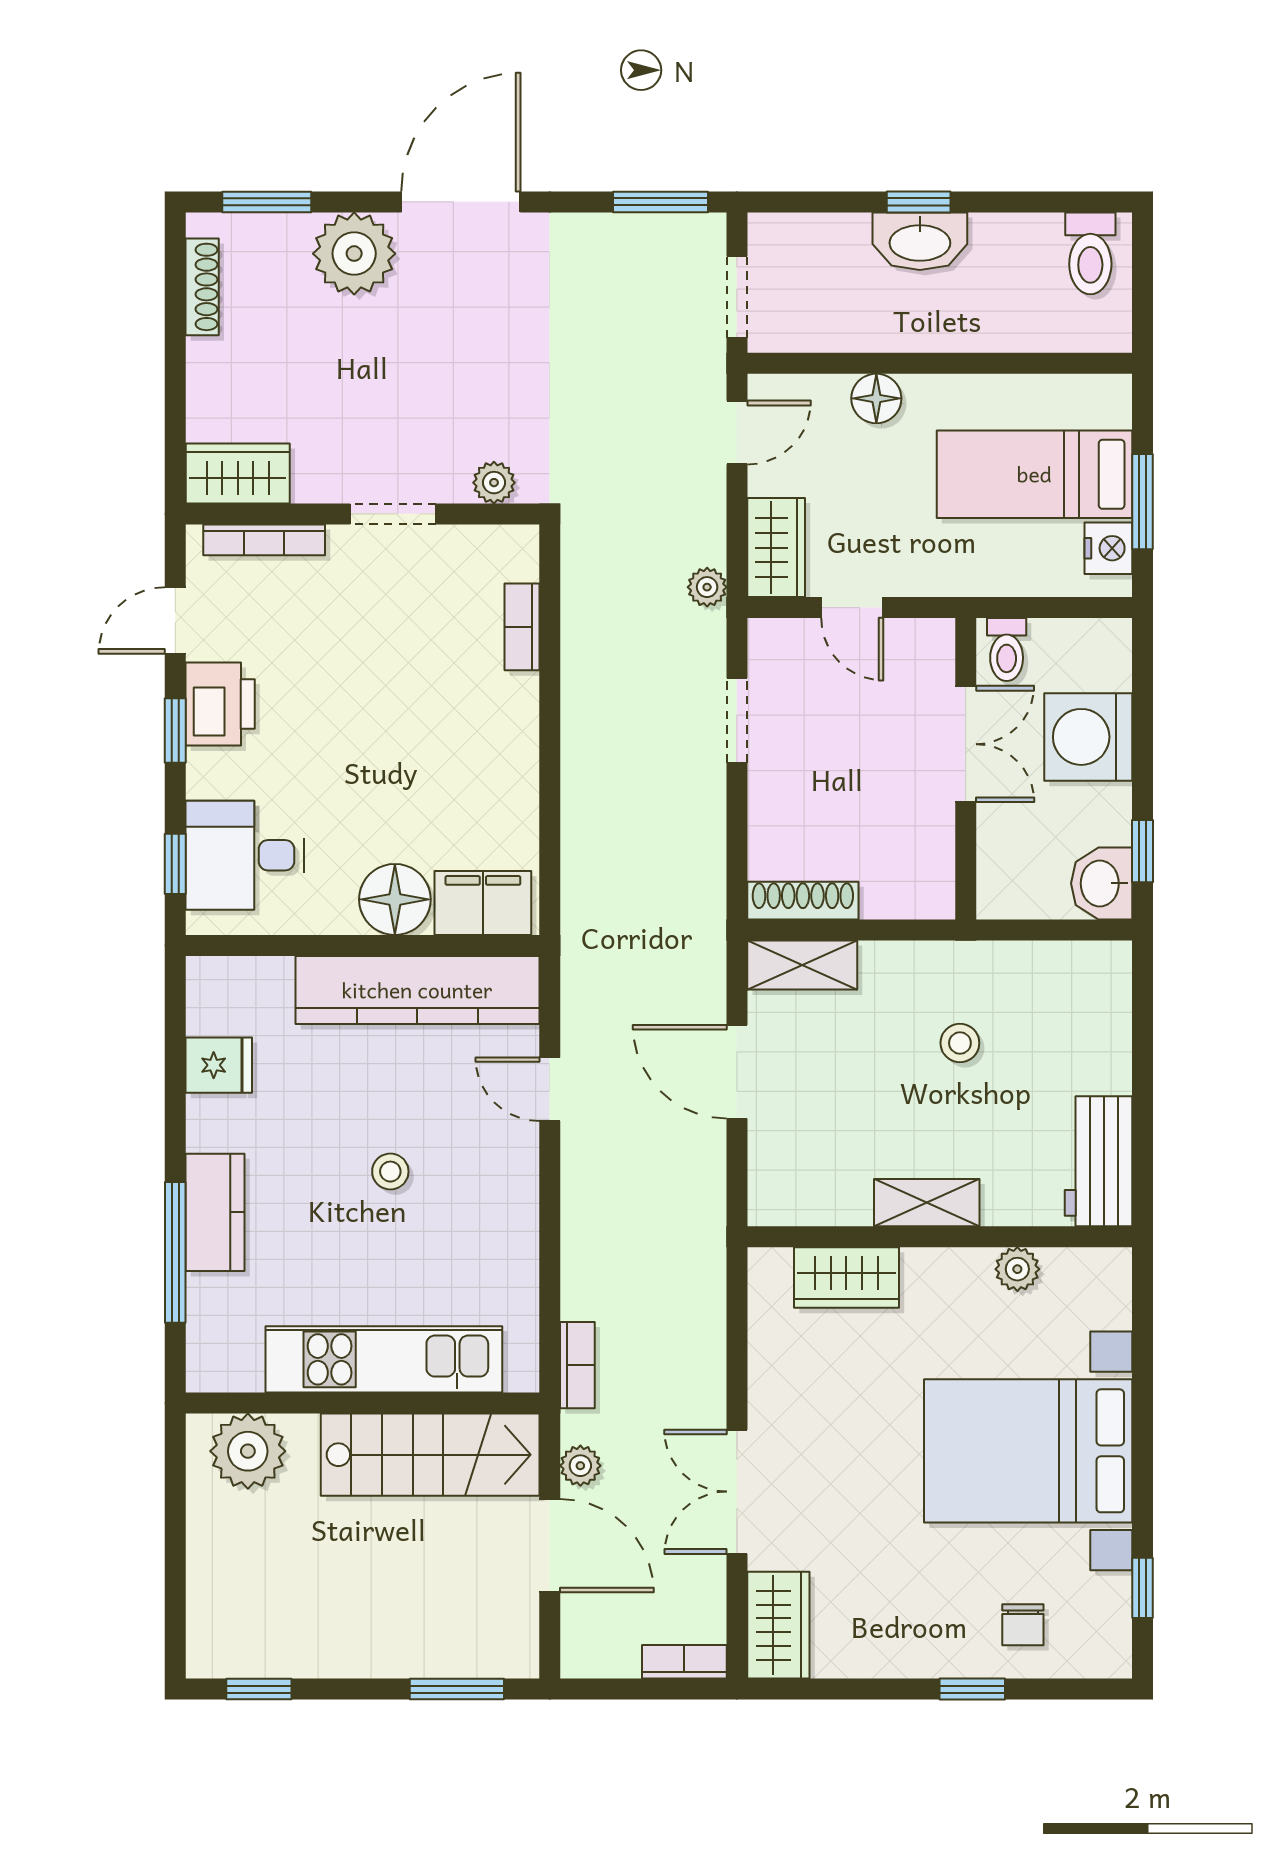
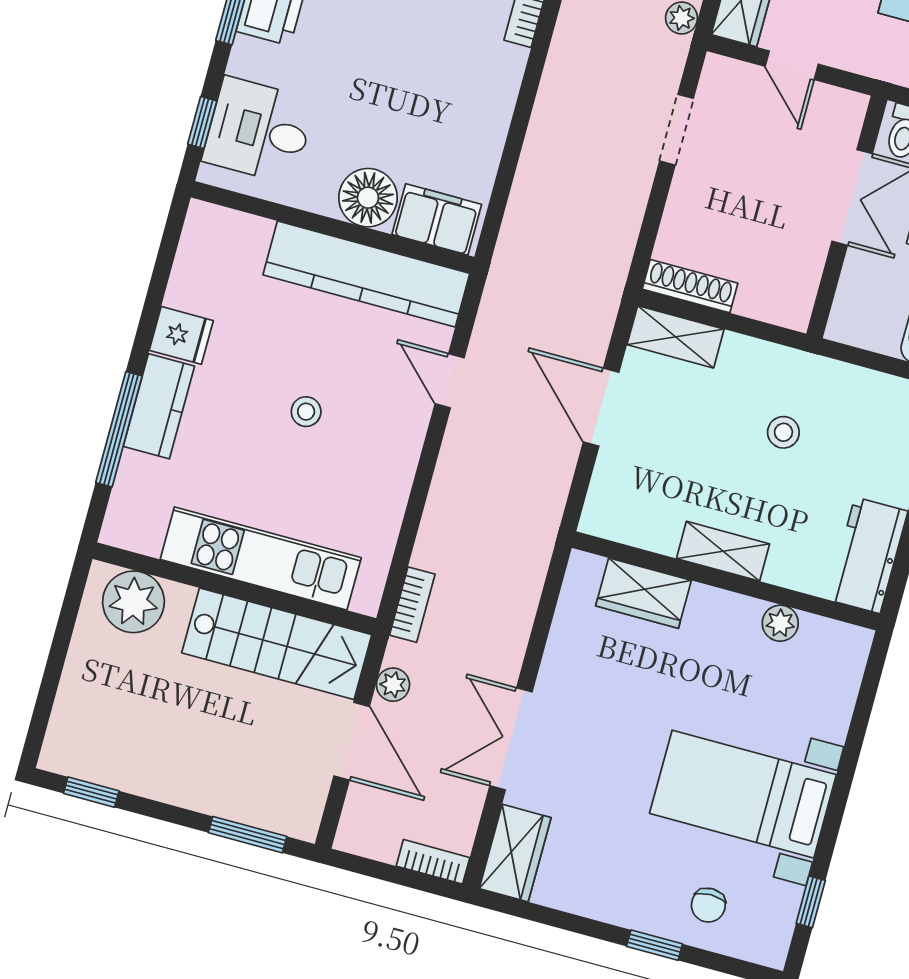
fridge: (219, 1065) -> (181, 335), moved
bed with nightstands: (1028, 1451) -> (743, 794), width x0.73

